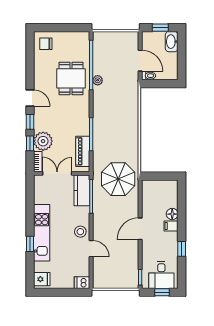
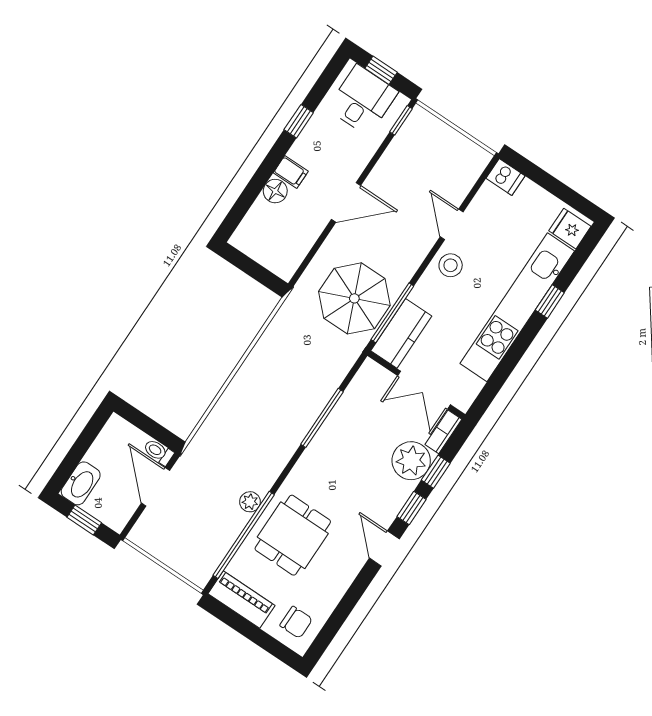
piano: (83, 151) -> (241, 600), moved, turned -90
parasol: (118, 179) -> (354, 298), moved
kitchen unit: (42, 233) -> (517, 307), width x1.36

